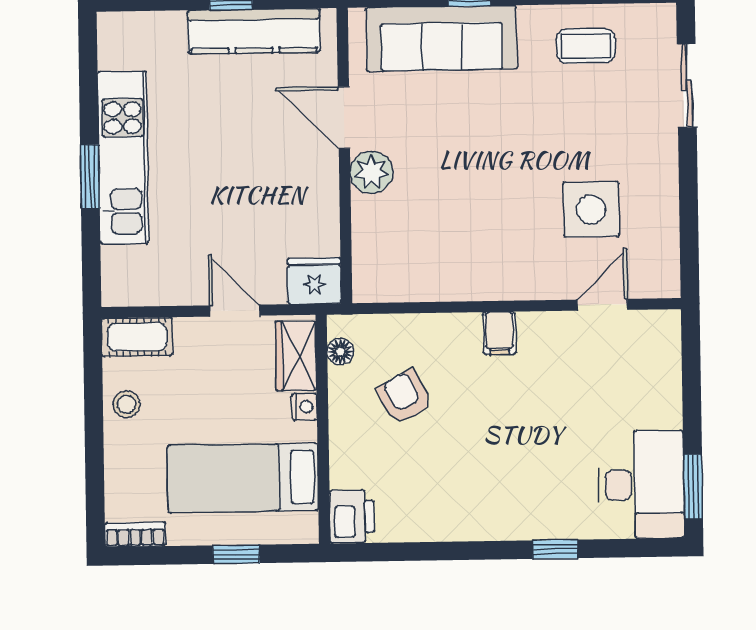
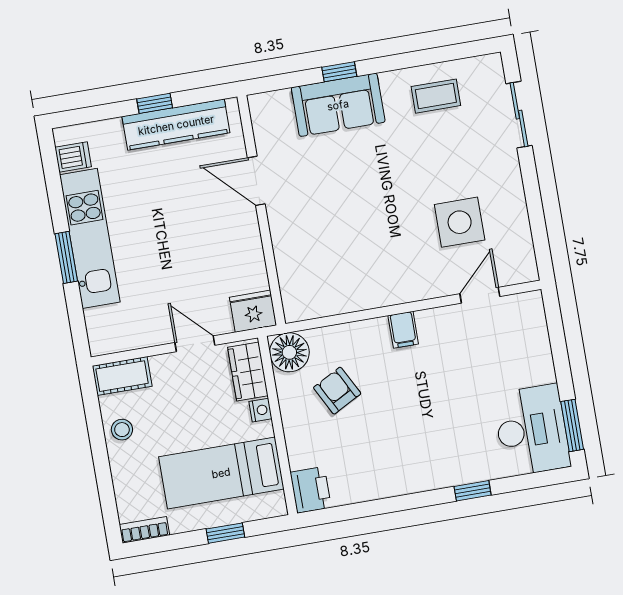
sofa: (441, 38) -> (338, 105), width x0.73
dishwasher: (118, 52) -> (73, 157), added
plant: (371, 172) -> (284, 220), removed
floor lamp: (340, 352) -> (289, 352), width x1.89, depth x1.89

